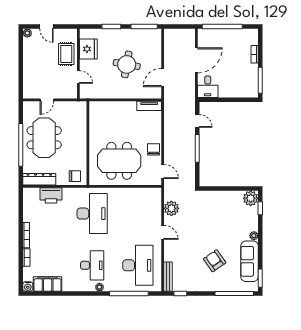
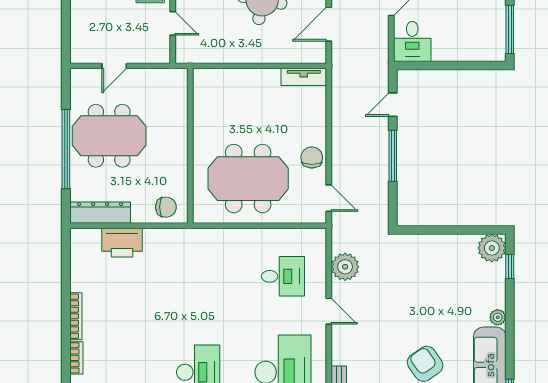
door: (197, 121) -> (393, 105), swing flipped
meeting table: (44, 138) -> (109, 136), turned 90
desk: (92, 214) -> (283, 276), moved, width x0.53, depth x0.77

